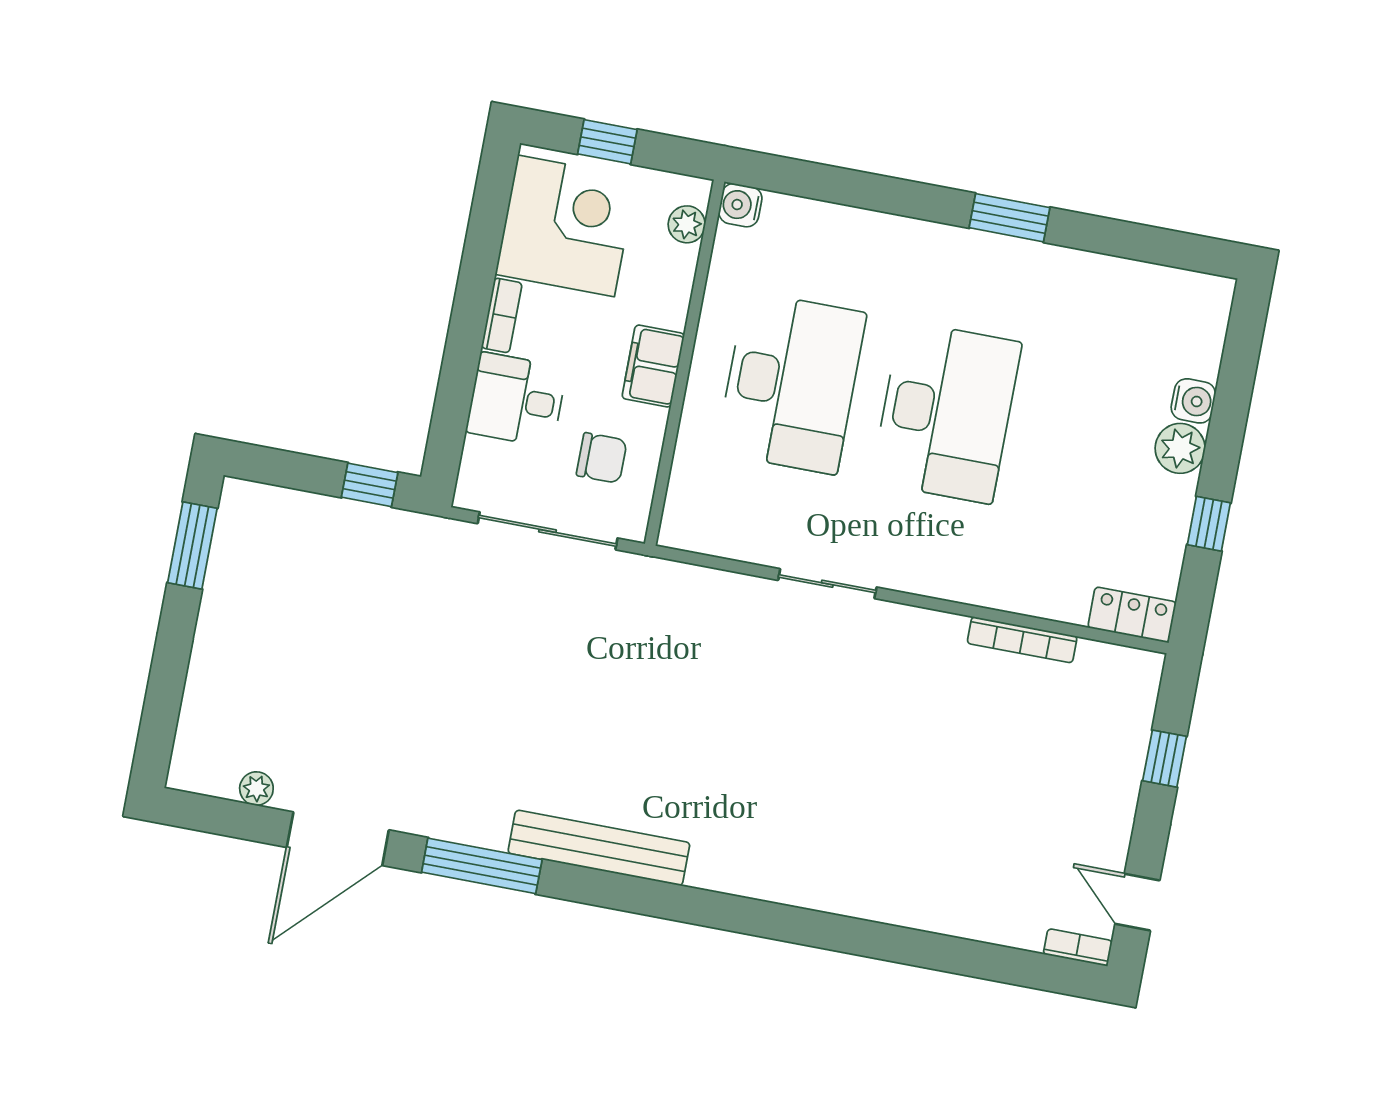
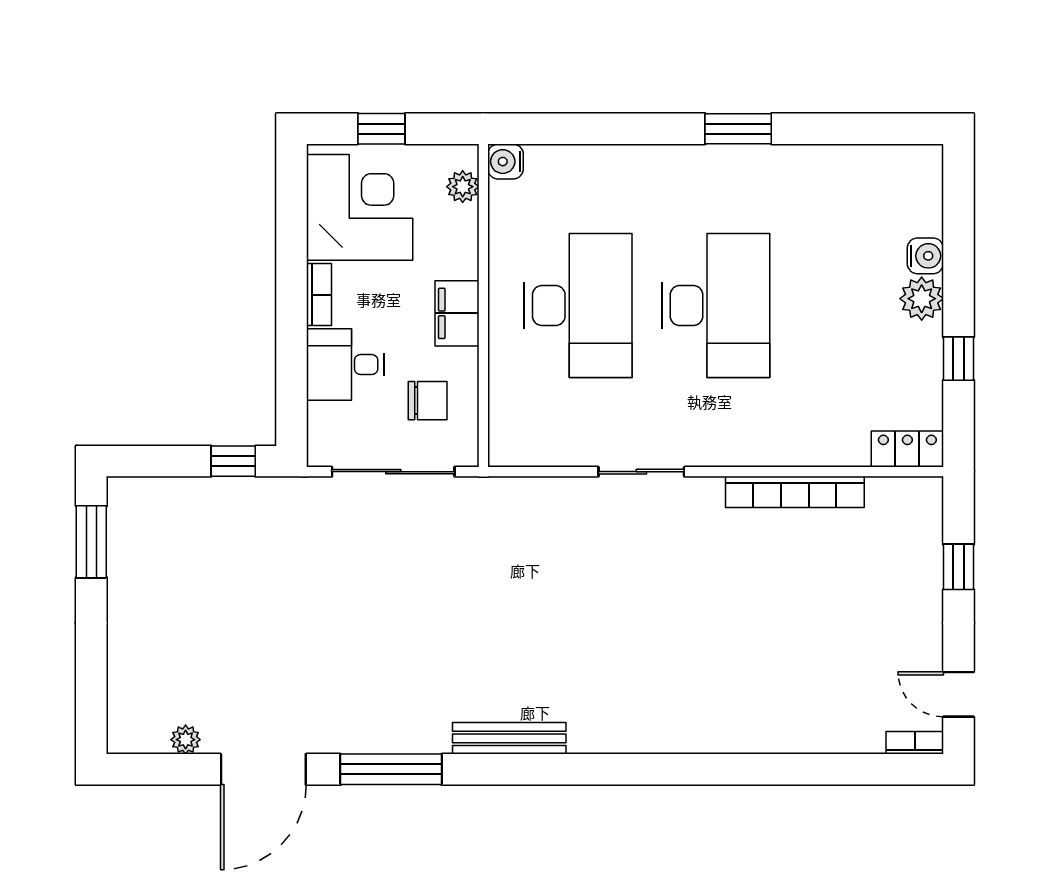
bookcase: (1022, 640) -> (795, 492), width x1.48, depth x1.31
bench: (599, 848) -> (509, 738), width x0.73, depth x0.82

